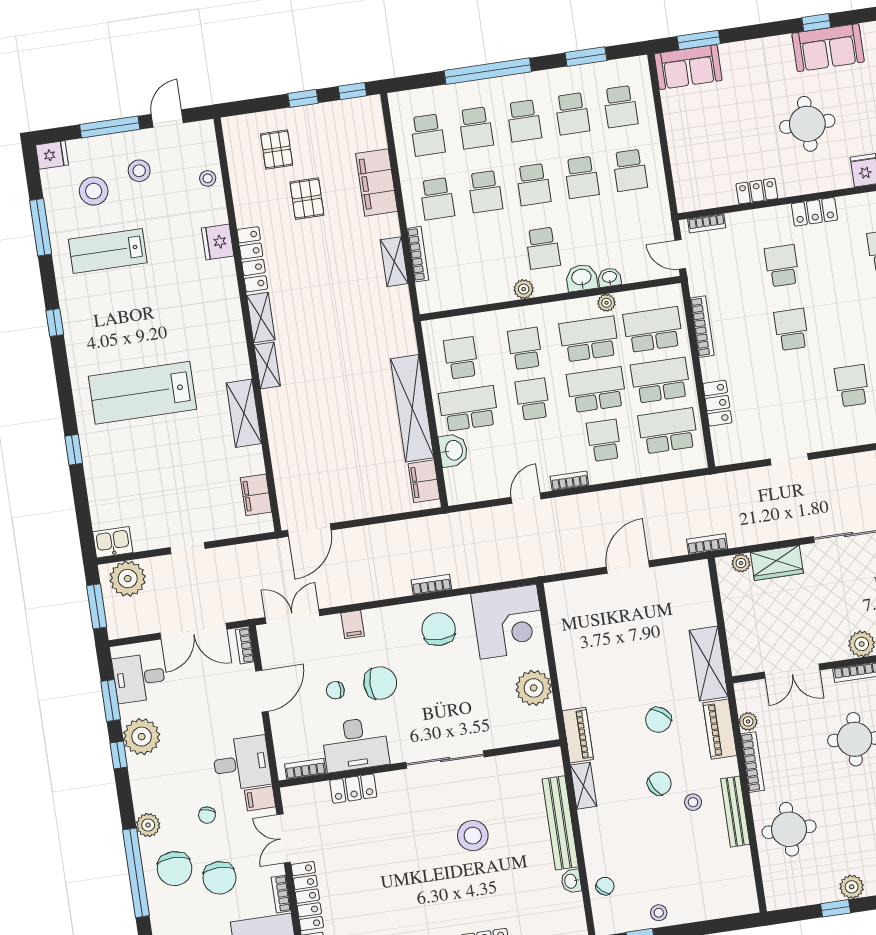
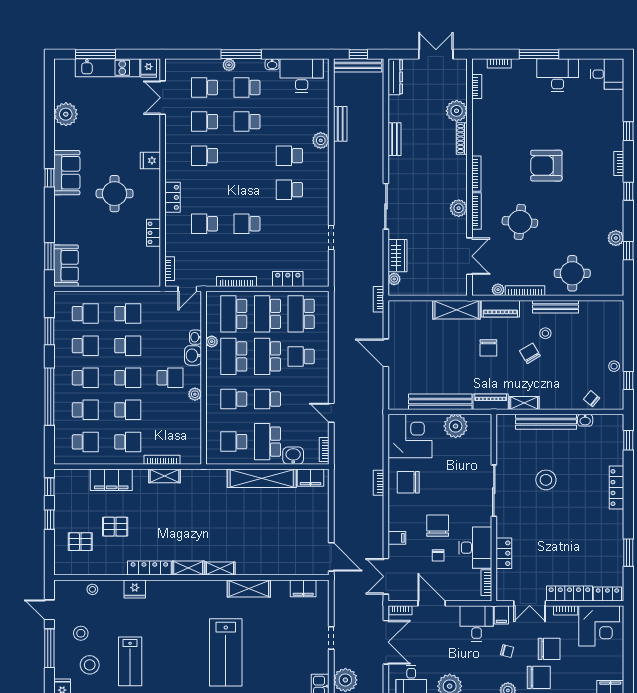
bookcase: (569, 481) -> (324, 449), moved
bench: (567, 659) -> (440, 402), added
chair: (658, 720) -> (488, 348), turned 53

